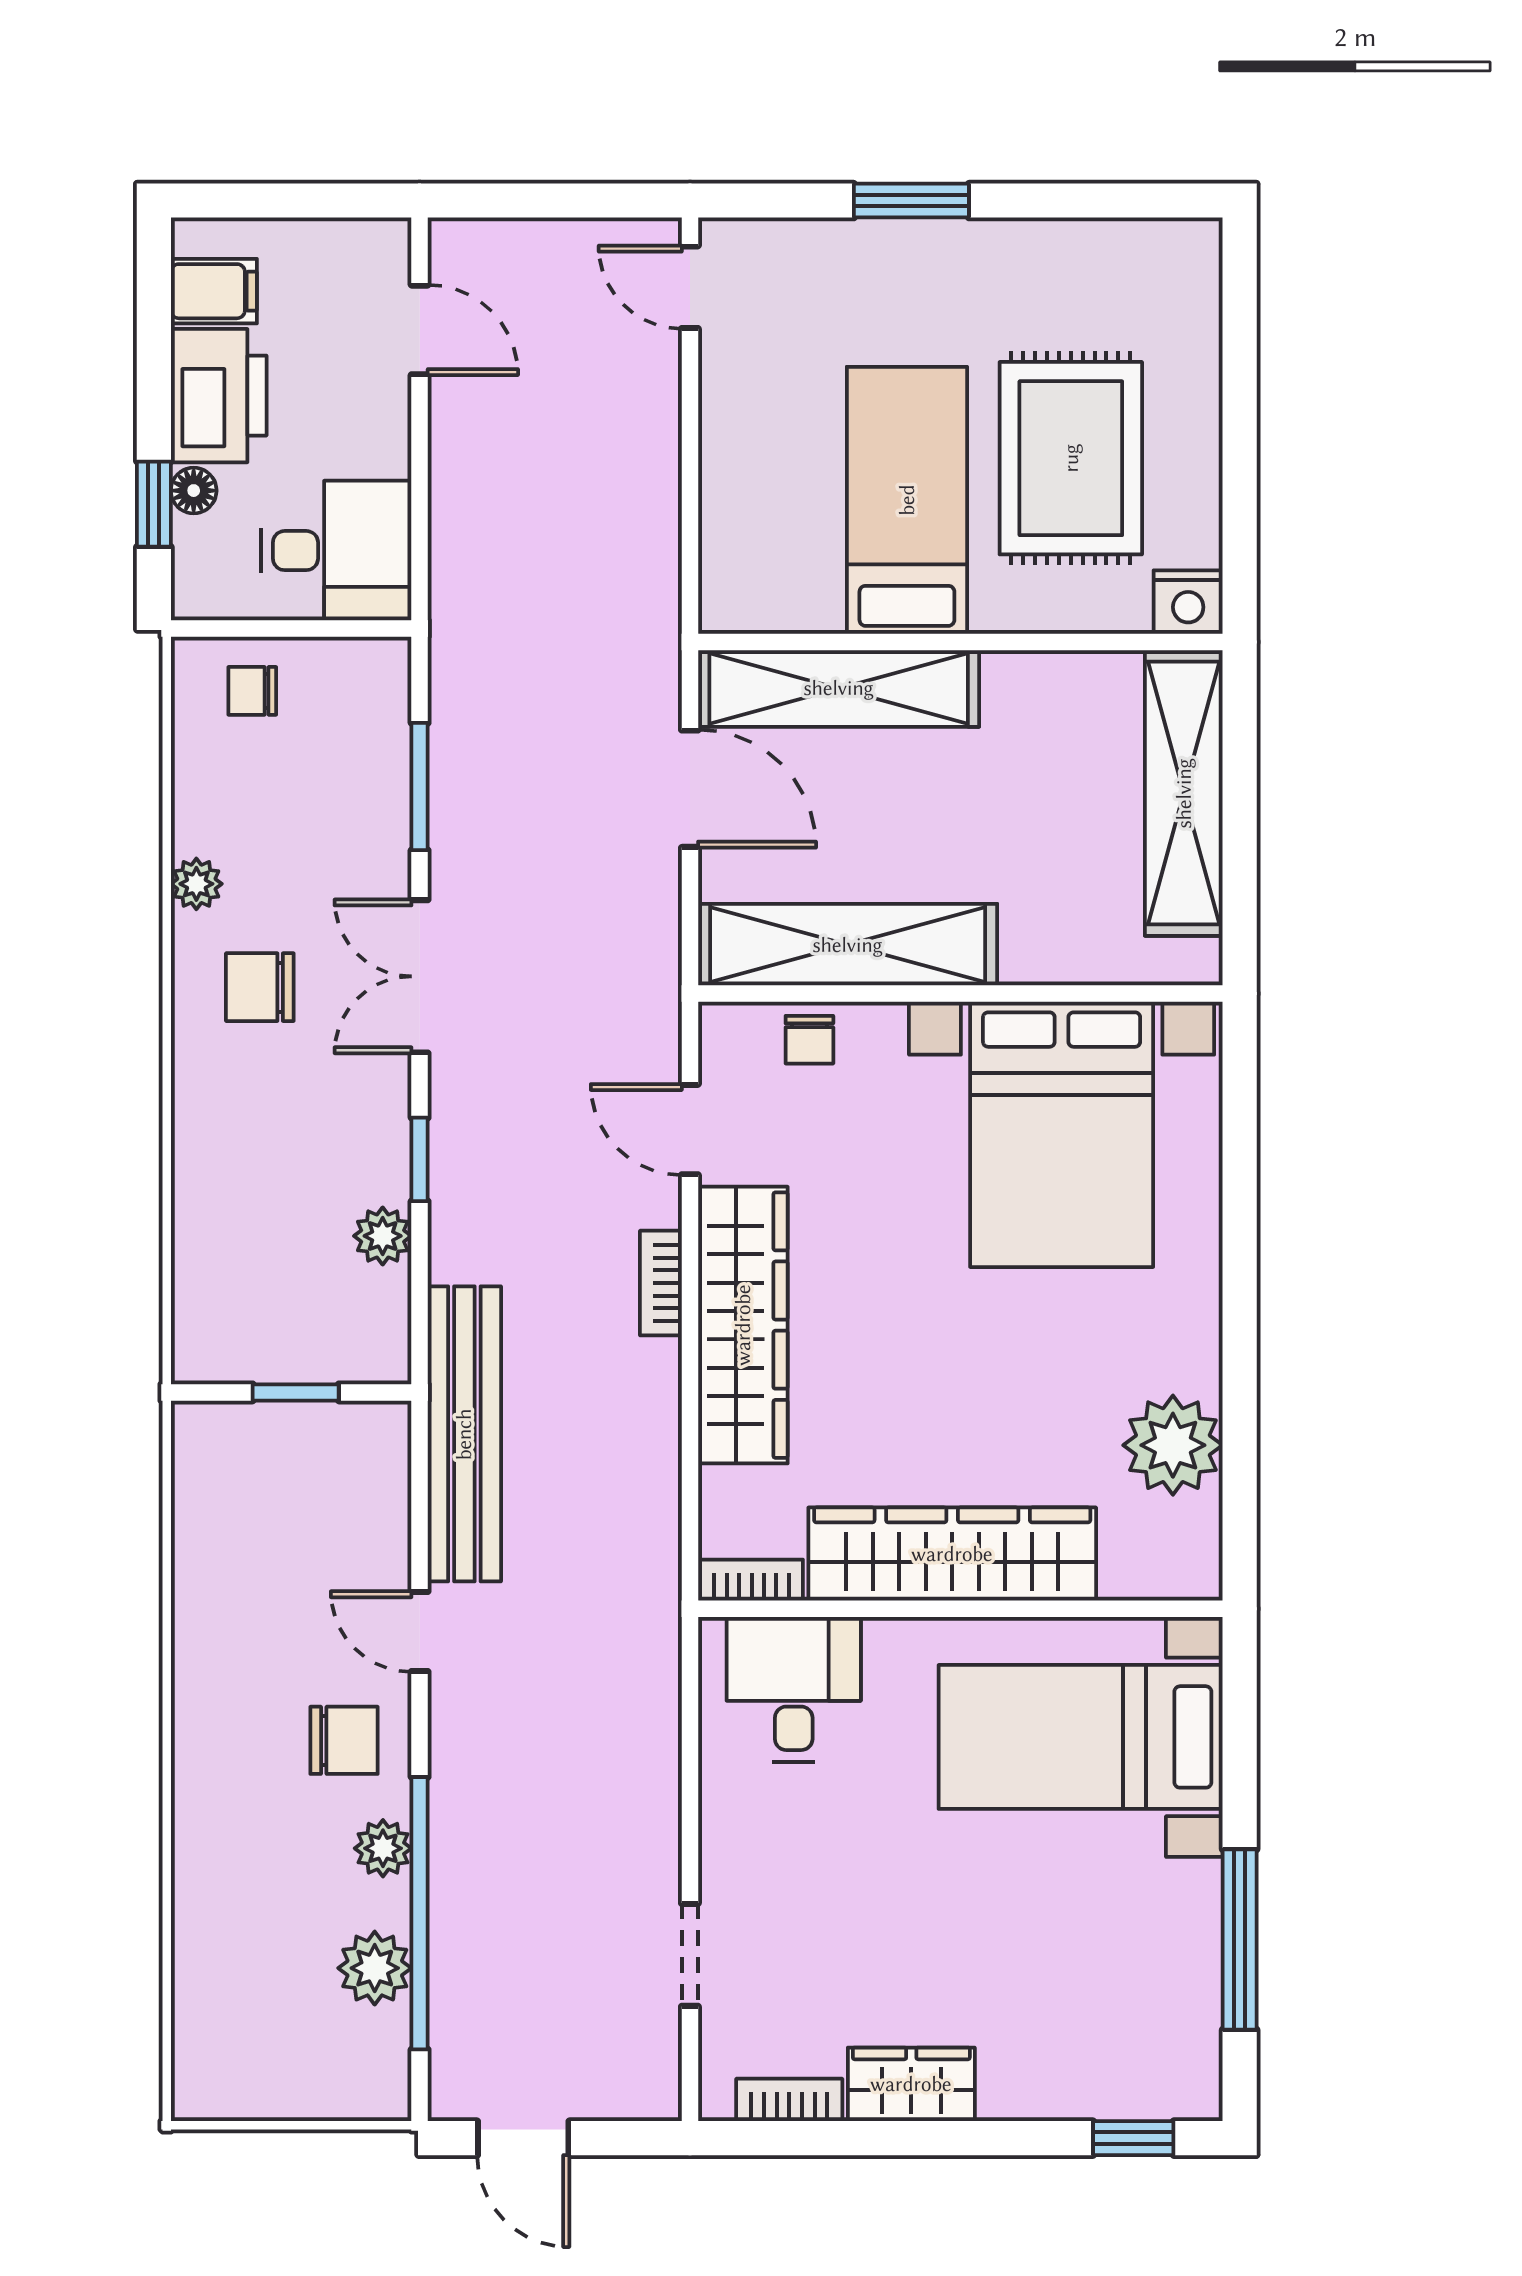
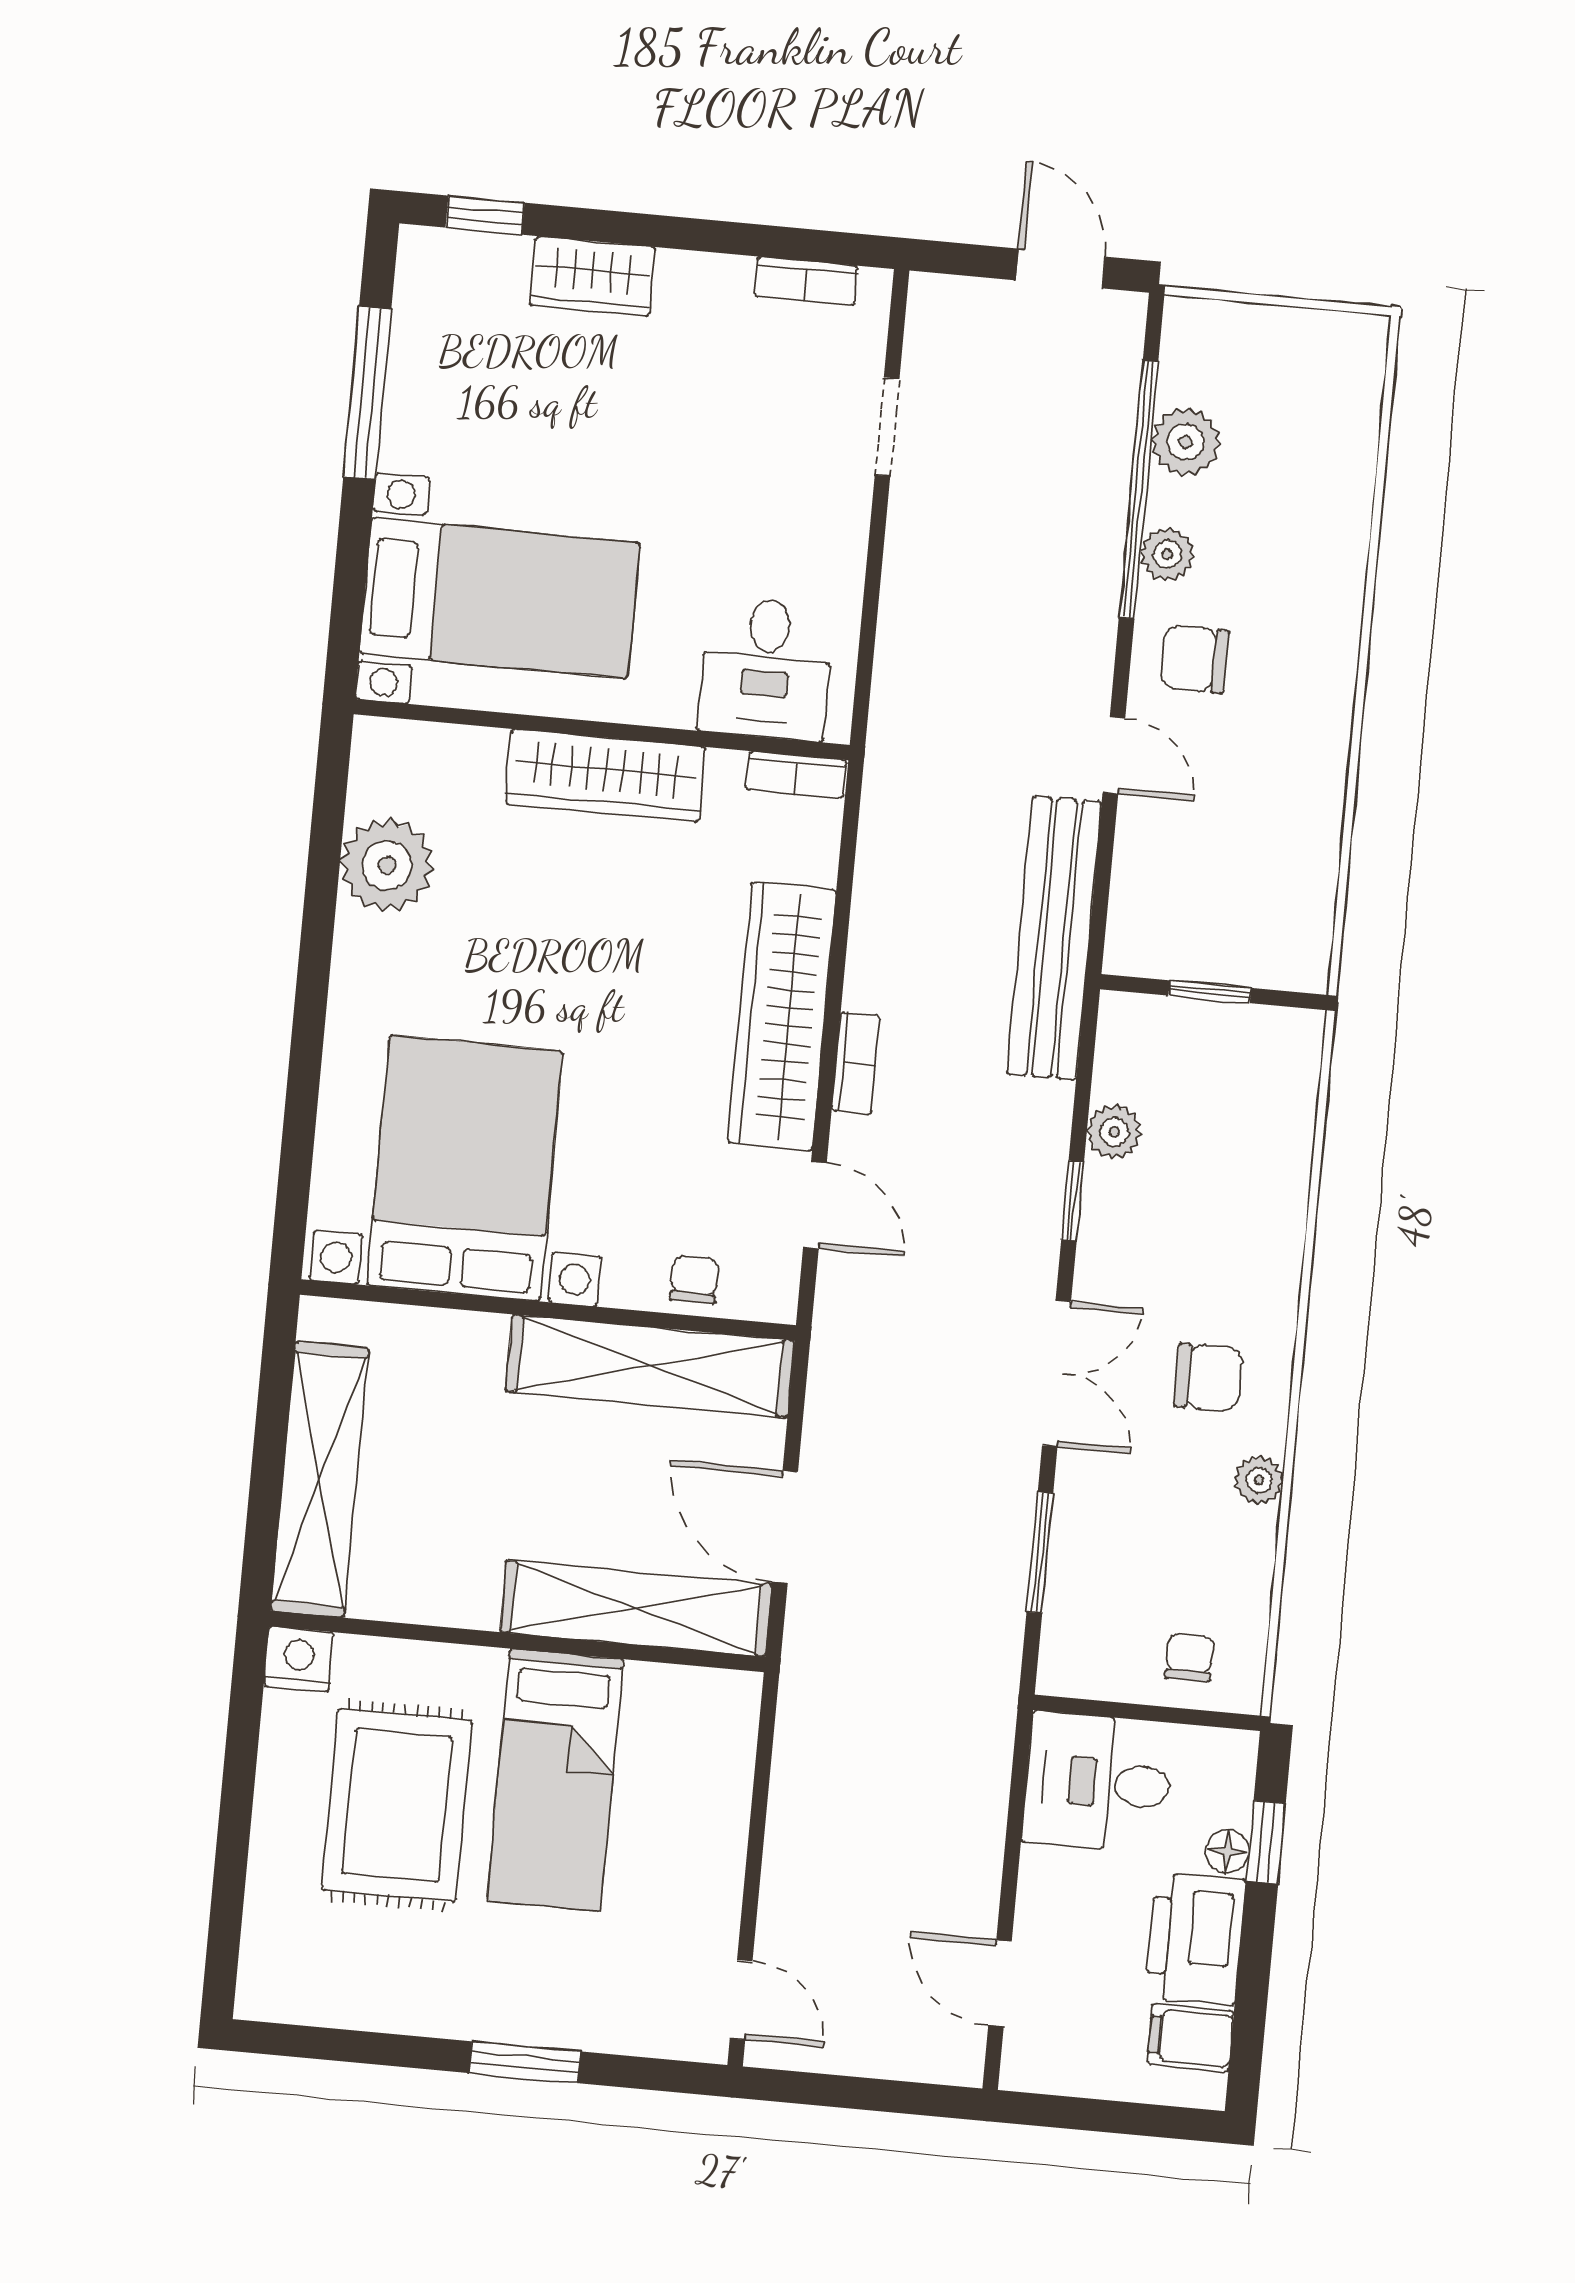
chair: (252, 691) -> (1189, 1657), turned -90
wardrobe: (952, 1554) -> (605, 775), width x0.71, depth x0.85
wardrobe: (911, 2084) -> (592, 276), moved

